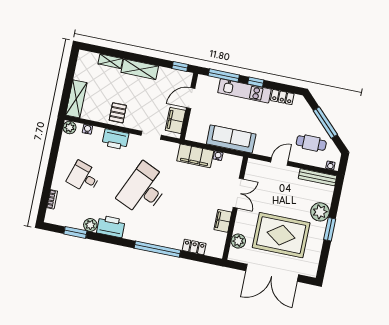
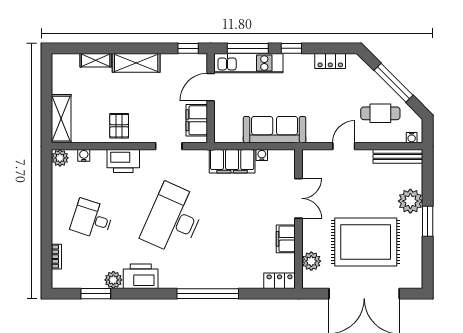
kitchen unit: (245, 91) -> (248, 63), moved
locker: (194, 247) -> (280, 281), moved

